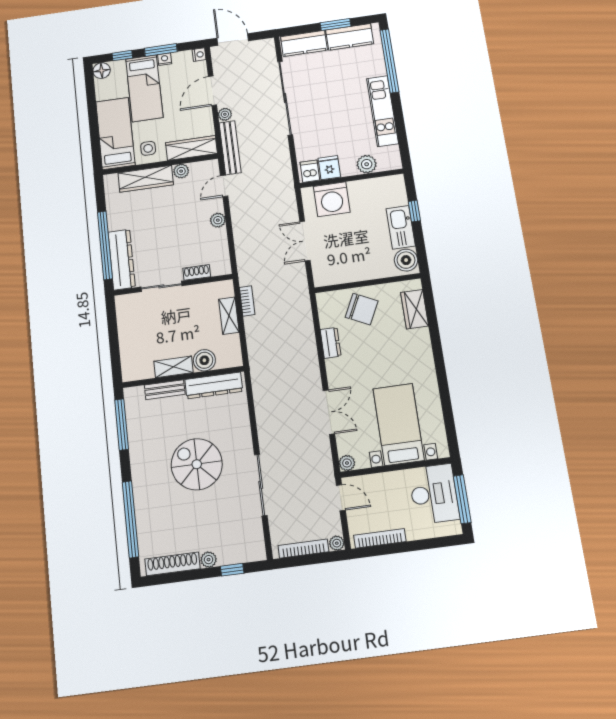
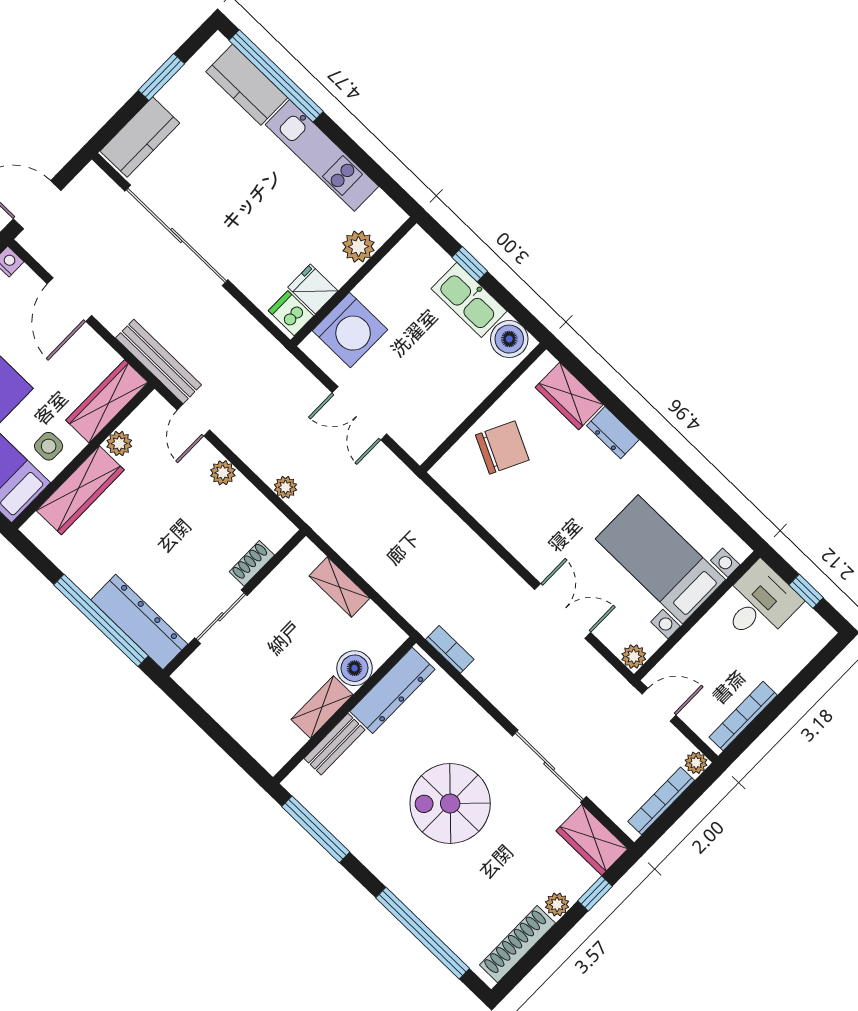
kitchen counter: (350, 37) -> (247, 85), moved, turned 90
plant: (225, 114) -> (285, 487), moved
bookcase: (247, 301) -> (450, 649), moved
dresser: (331, 343) -> (613, 433), moved, turned 180
desk: (434, 494) -> (759, 603), width x0.73
window: (462, 499) -> (806, 591), width x0.46
wardrobe: (252, 540) -> (592, 840), added

